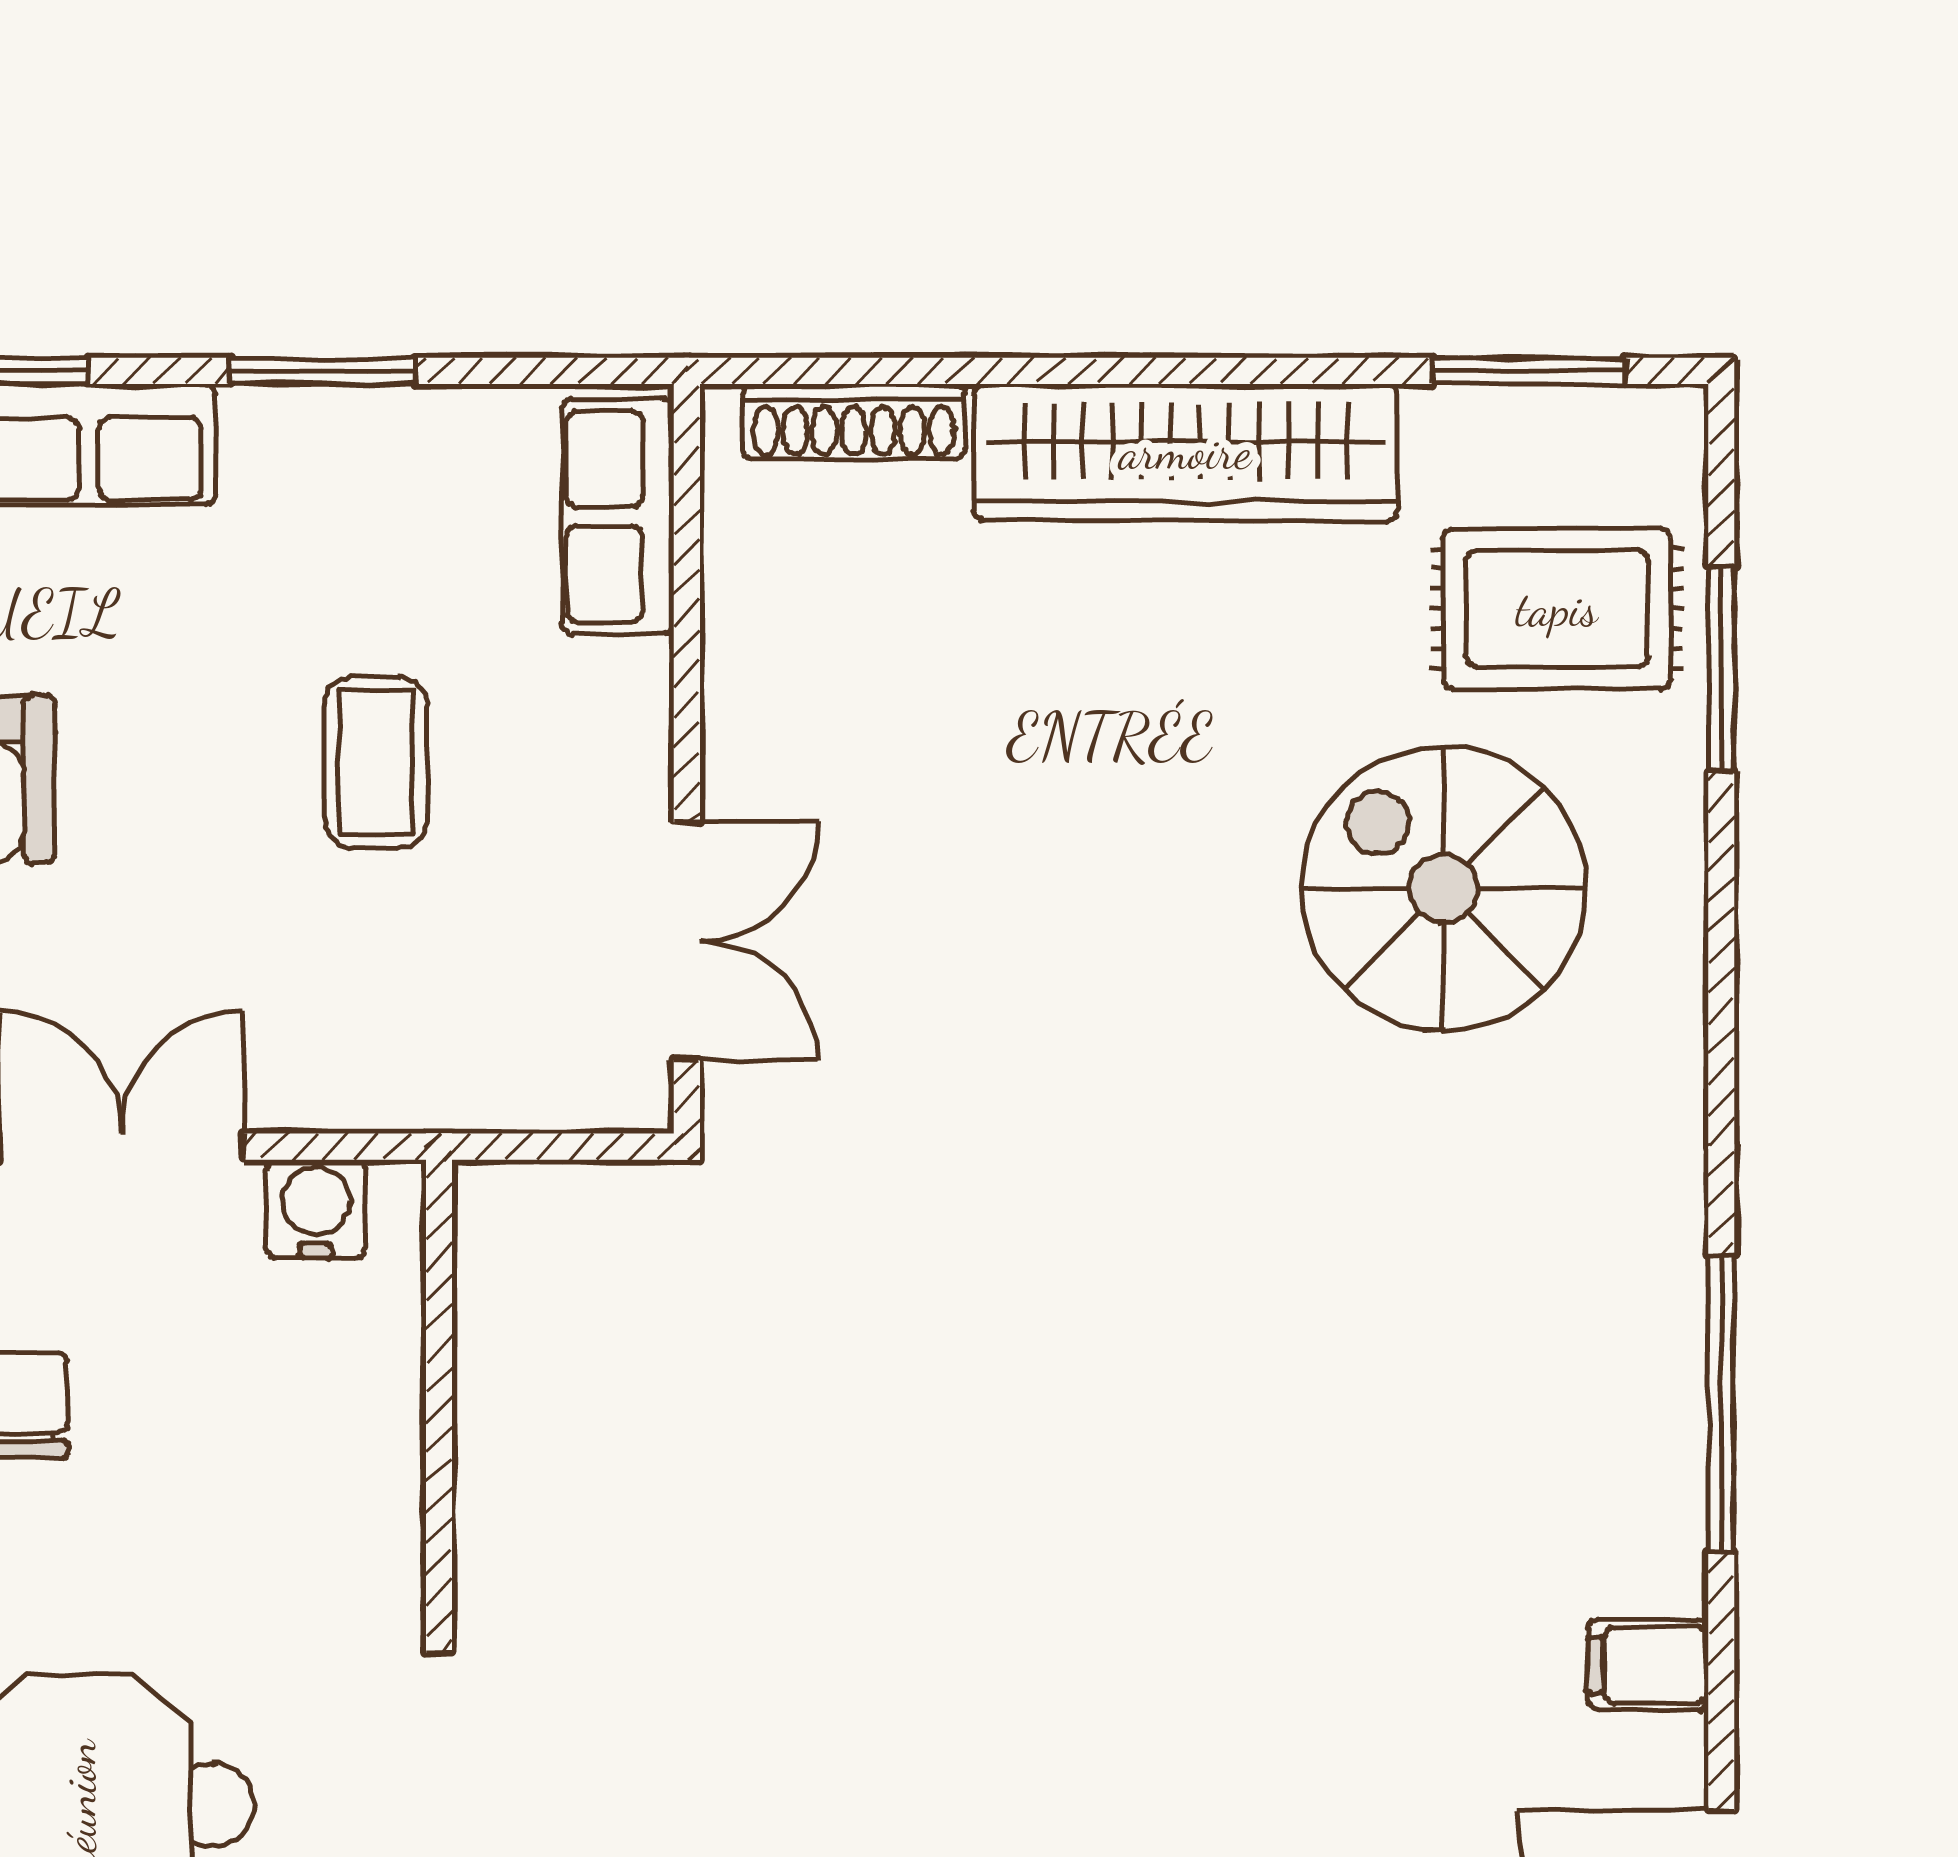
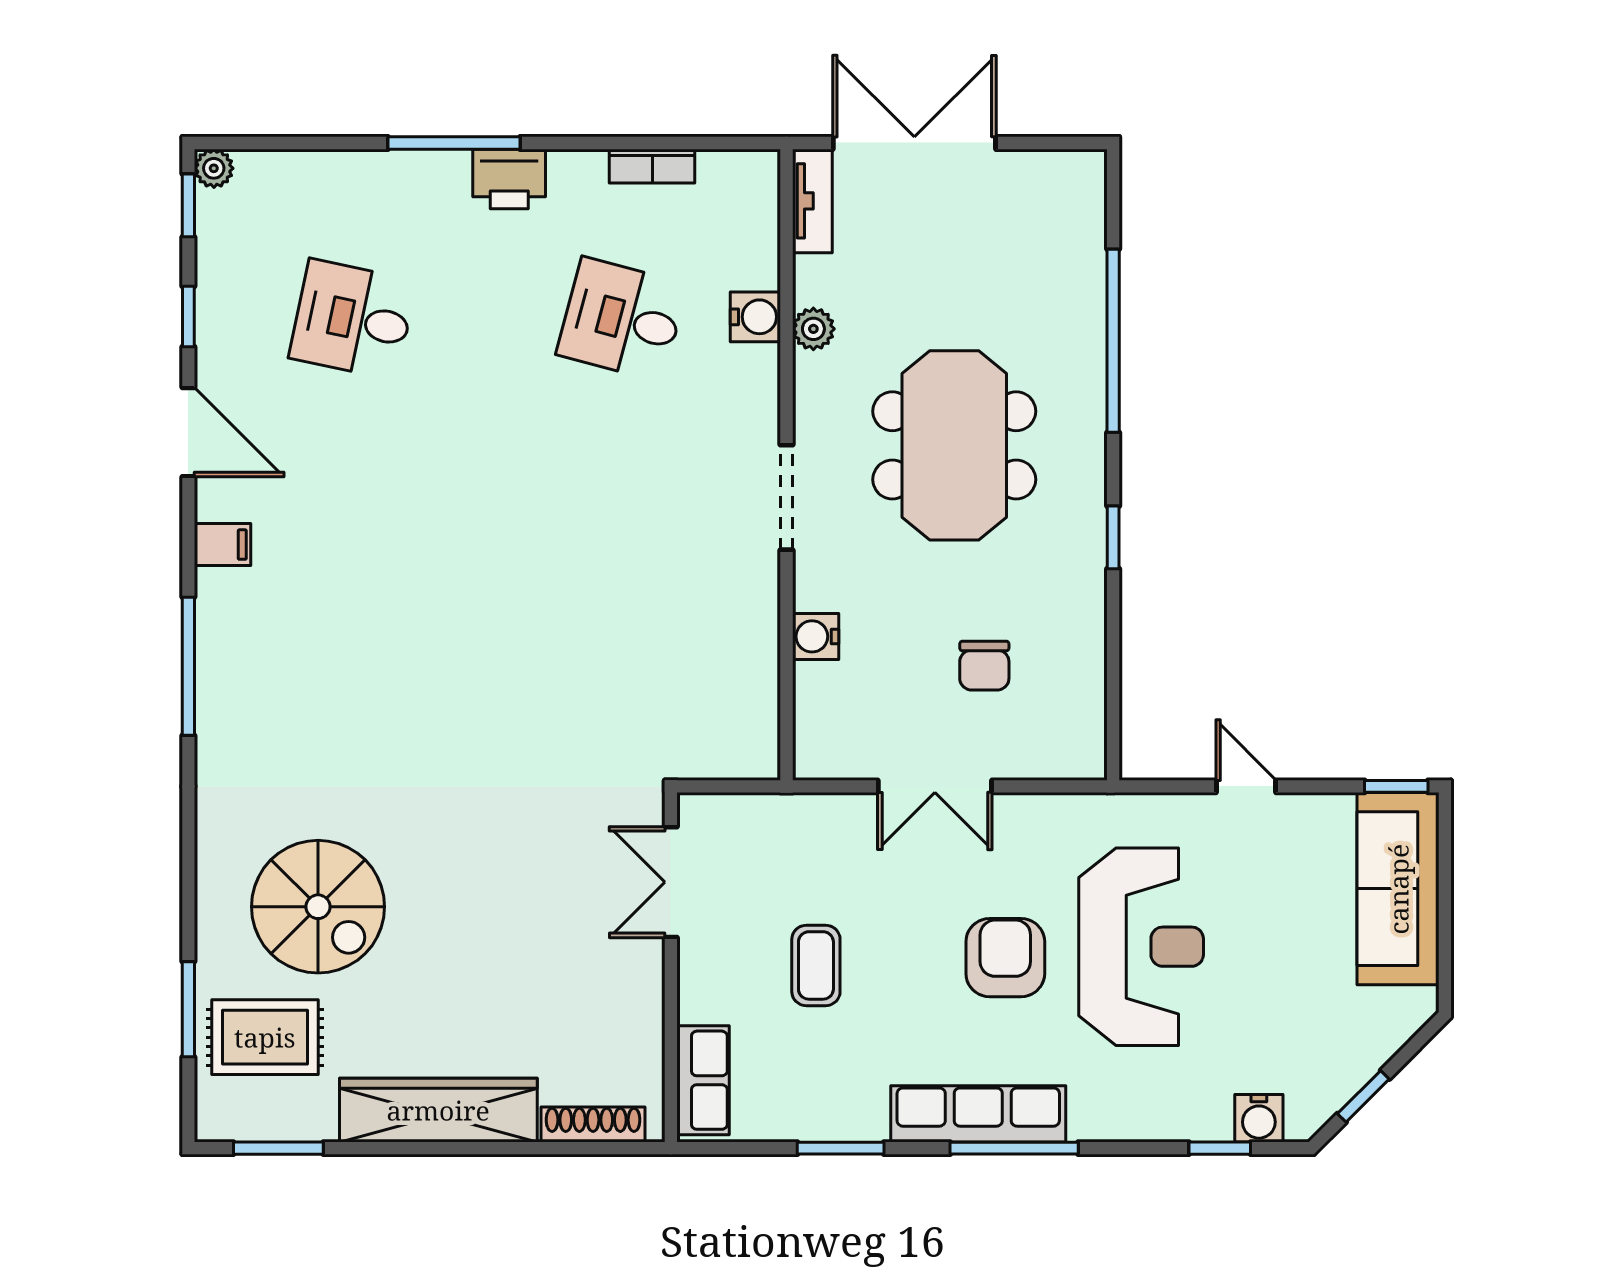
water cooler: (316, 1209) -> (816, 636), moved, turned 90

